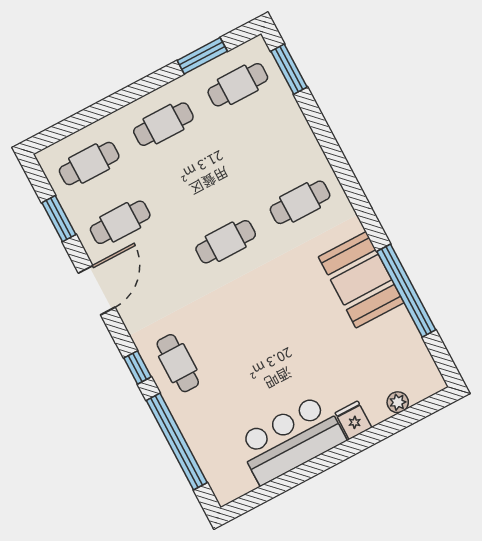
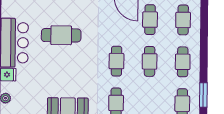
cafe table: (195, 183) -> (150, 61), added
cafe table: (178, 363) -> (61, 35), moved, width x1.37, depth x1.35

